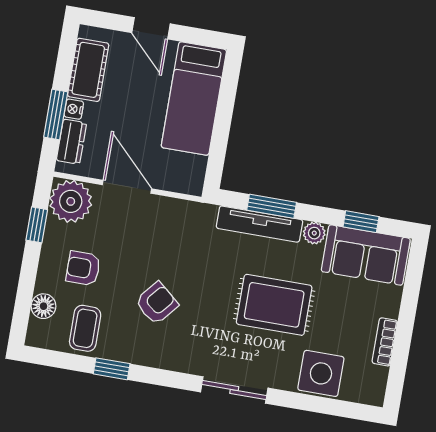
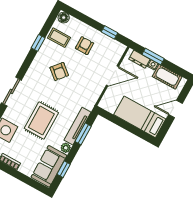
plant: (71, 201) -> (114, 50), removed
floor lamp: (44, 306) -> (64, 18), moved

